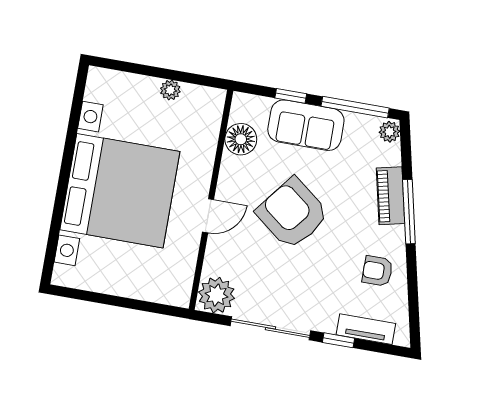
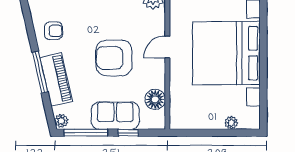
plant: (170, 90) -> (231, 123), moved
piano: (390, 196) -> (56, 80), width x1.37, depth x1.33
armchair: (292, 213) -> (114, 58), turned 142

